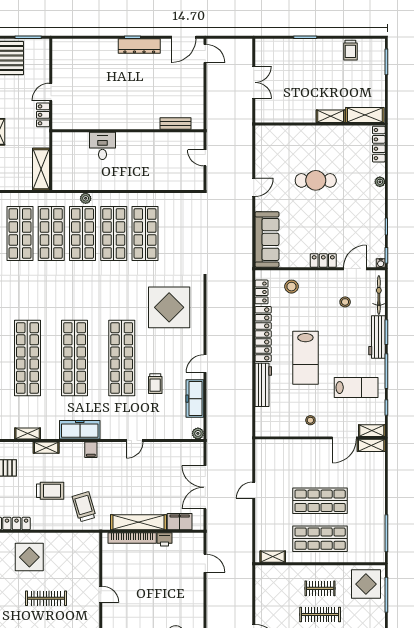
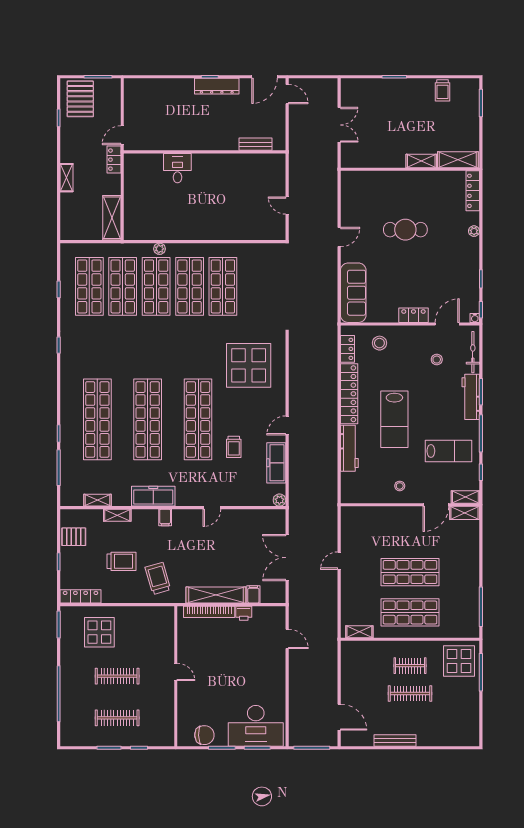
bench: (175, 123) -> (255, 144), moved
wall: (128, 131) -> (205, 152), moved
desk: (102, 146) -> (177, 168), moved
filing cabinet: (180, 522) -> (253, 594), width x0.50

